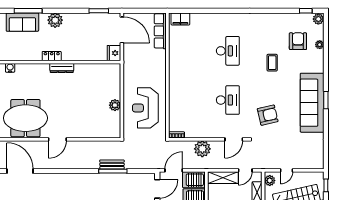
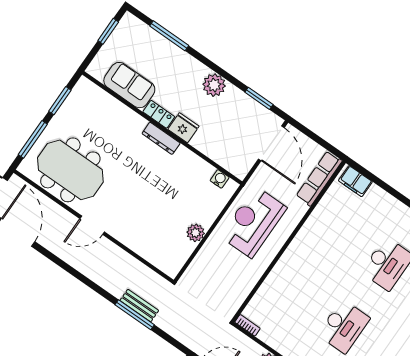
plant: (55, 20) -> (214, 85), moved
sofa: (22, 22) -> (129, 85), moved, turned 180
fridge: (114, 53) -> (183, 128), moved, turned 90
water cooler: (10, 68) -> (220, 179), moved
reception desk: (145, 108) -> (253, 222), moved

